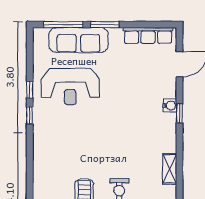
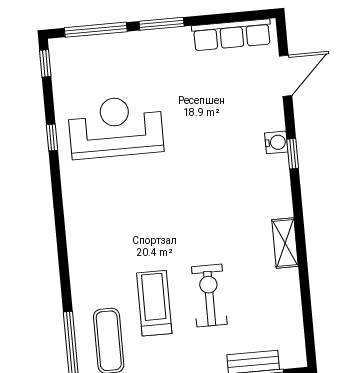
sofa: (78, 40) -> (122, 52), removed
reception desk: (70, 87) -> (116, 127), turned 180
window: (30, 115) -> (45, 63), moved

